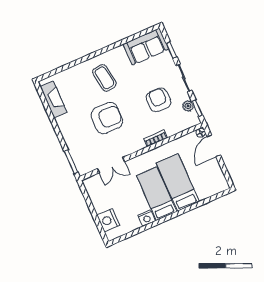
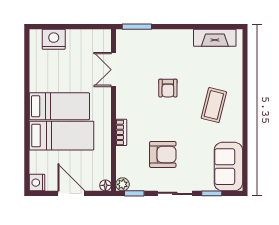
coffee table: (104, 78) -> (214, 105), turned -68
plant: (188, 106) -> (123, 184), moved
armchair: (107, 118) -> (168, 88), width x0.53, depth x0.53
door: (214, 146) -> (71, 193), moved
nightstand: (147, 218) -> (37, 183), moved

